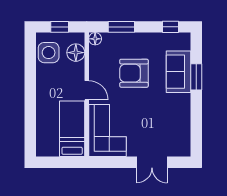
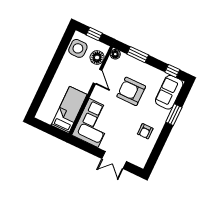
sofa: (179, 72) -> (169, 92), moved
door: (87, 90) -> (97, 77), moved
armchair: (172, 112) -> (145, 131), added

